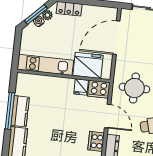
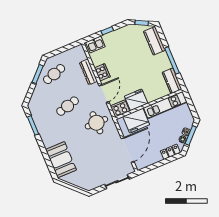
fridge: (81, 87) -> (136, 100), width x1.88, depth x1.34
kitchen counter: (20, 111) -> (172, 81), moved
door: (108, 116) -> (104, 94), swing flipped

